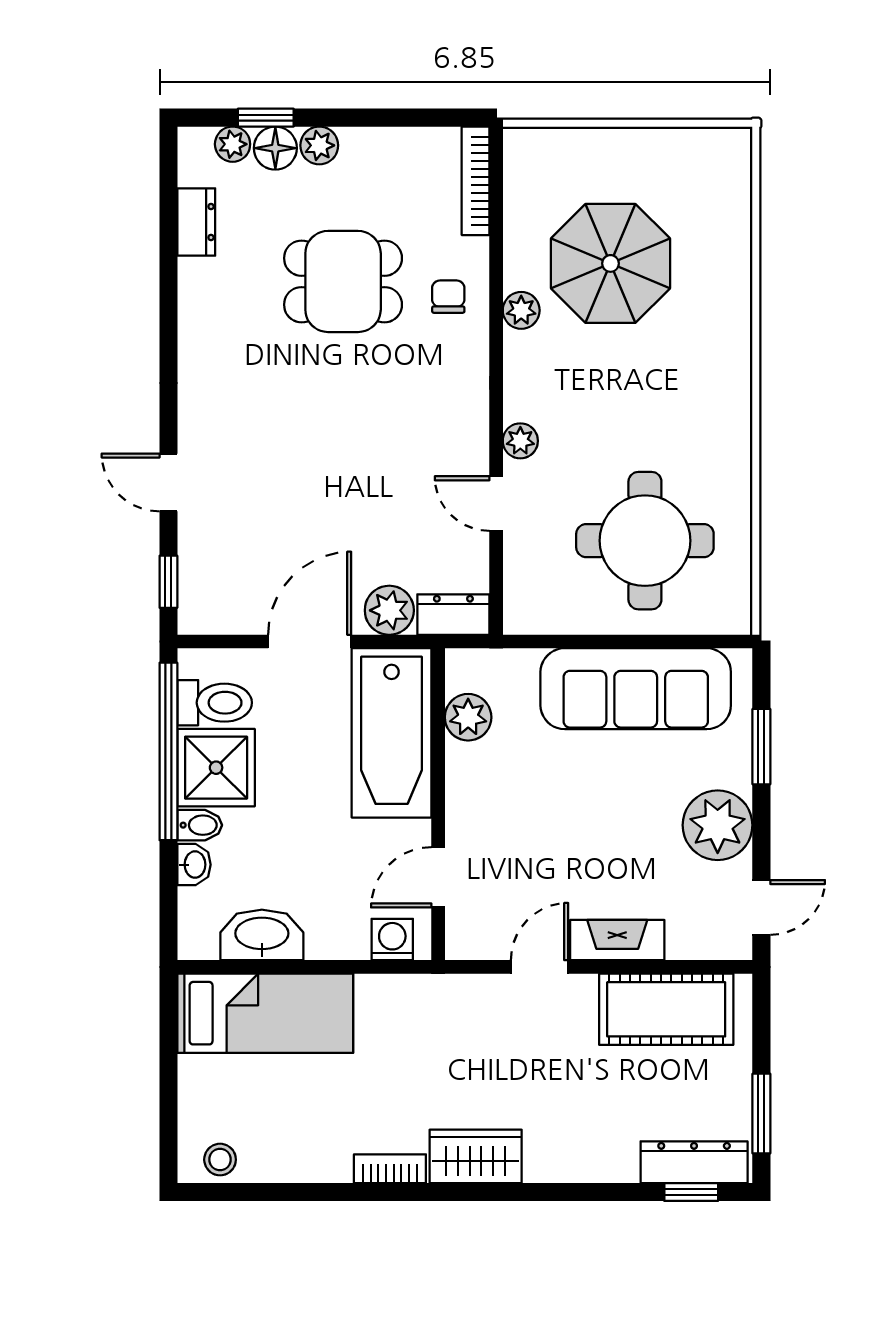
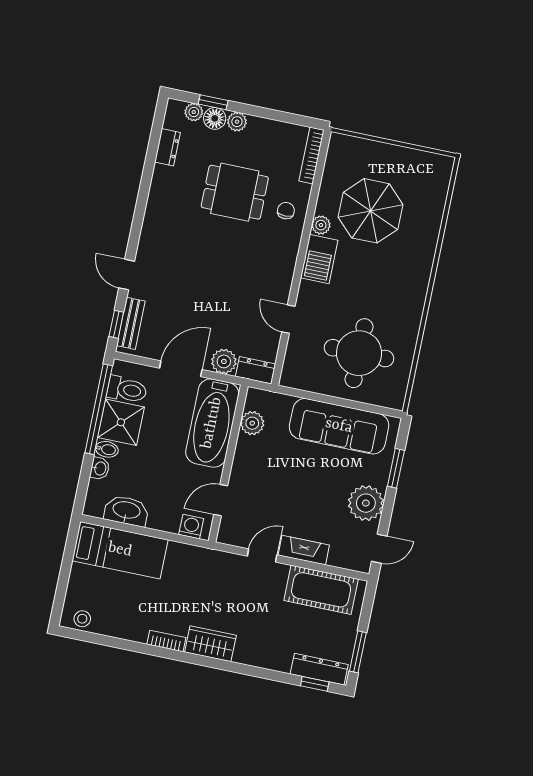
barbecue: (531, 376) -> (319, 259), added
plant: (520, 441) -> (307, 290), removed
bench: (196, 574) -> (131, 323), added

